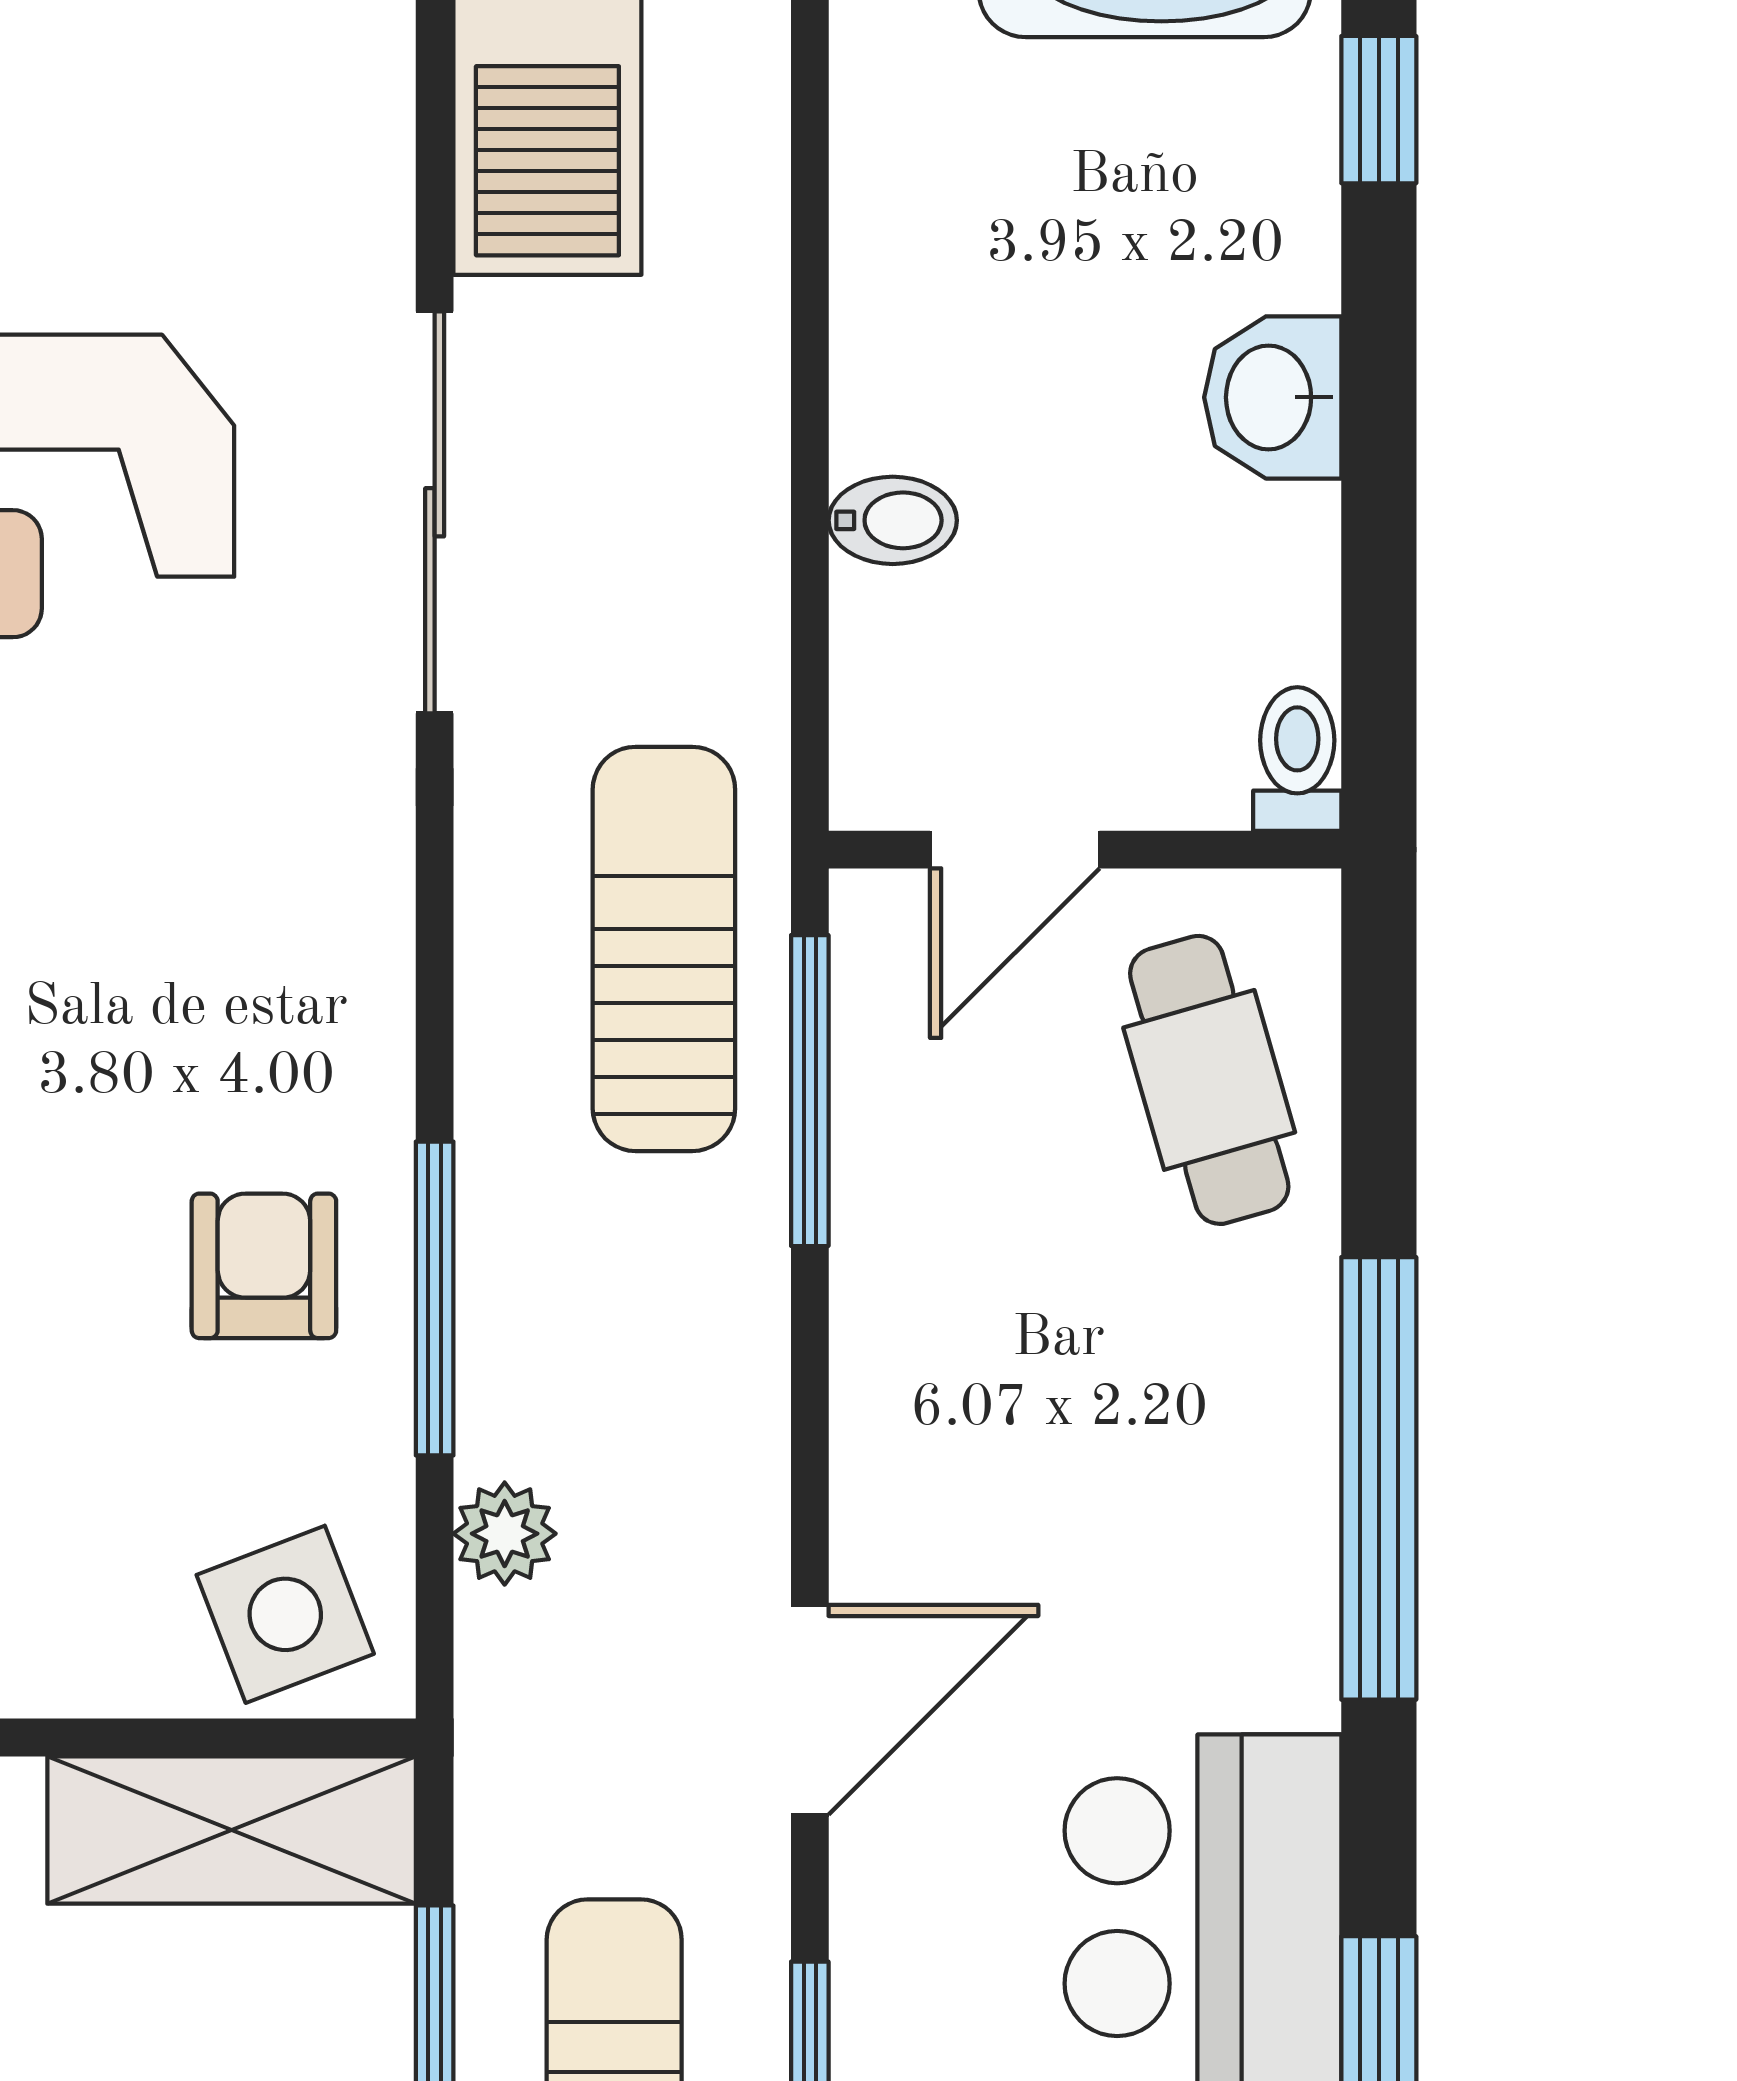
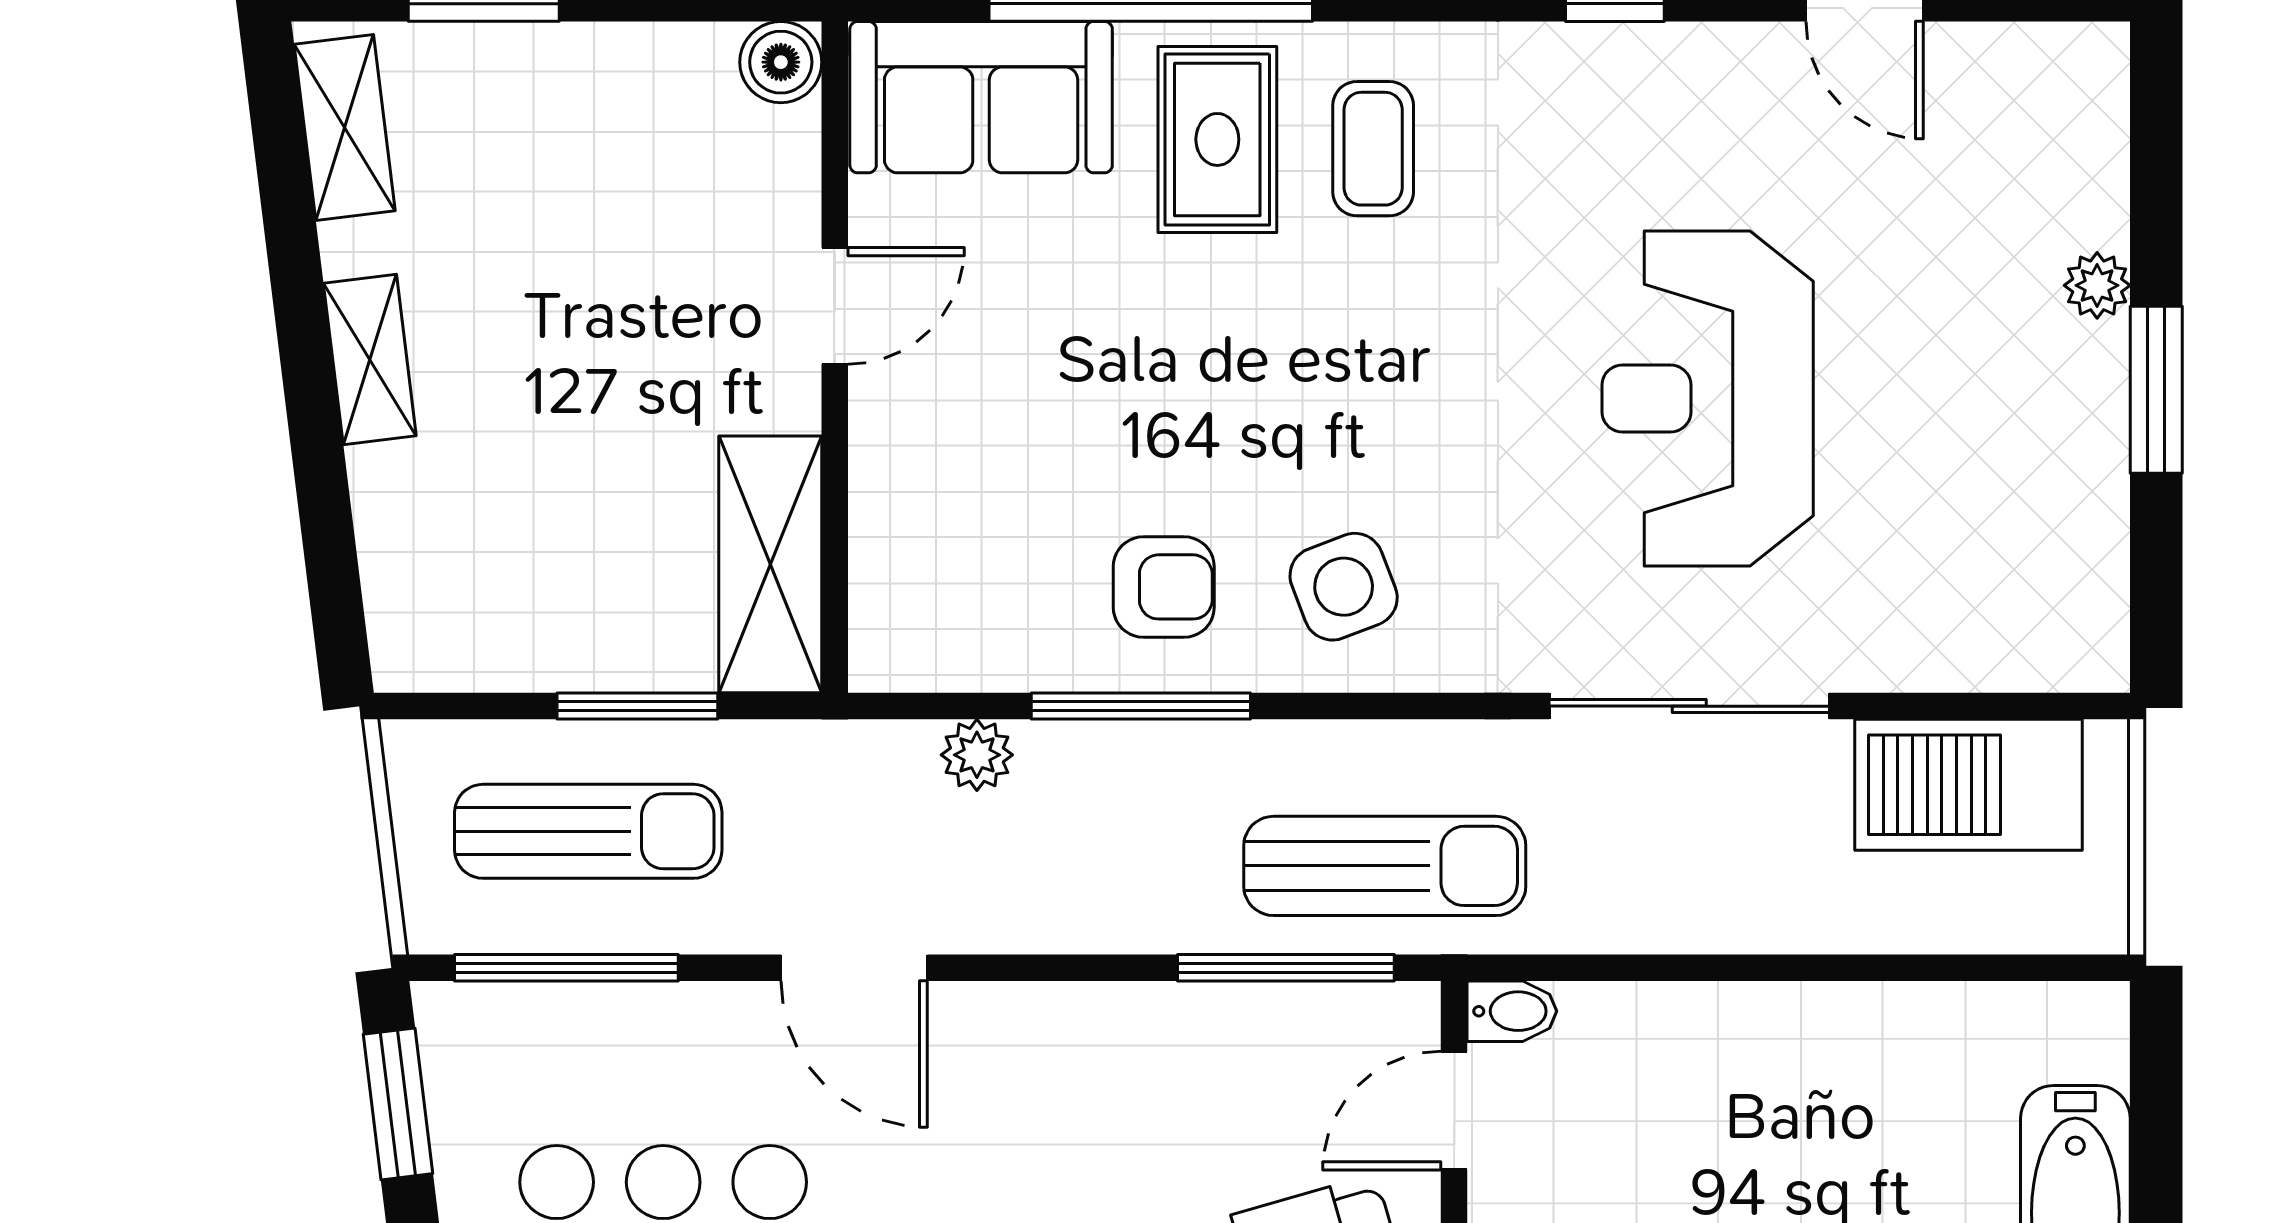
bidet: (893, 520) -> (1512, 1011), moved, turned -90
door: (1015, 850) -> (1454, 1111), hinge flipped
side table: (285, 1614) -> (1344, 587), moved

